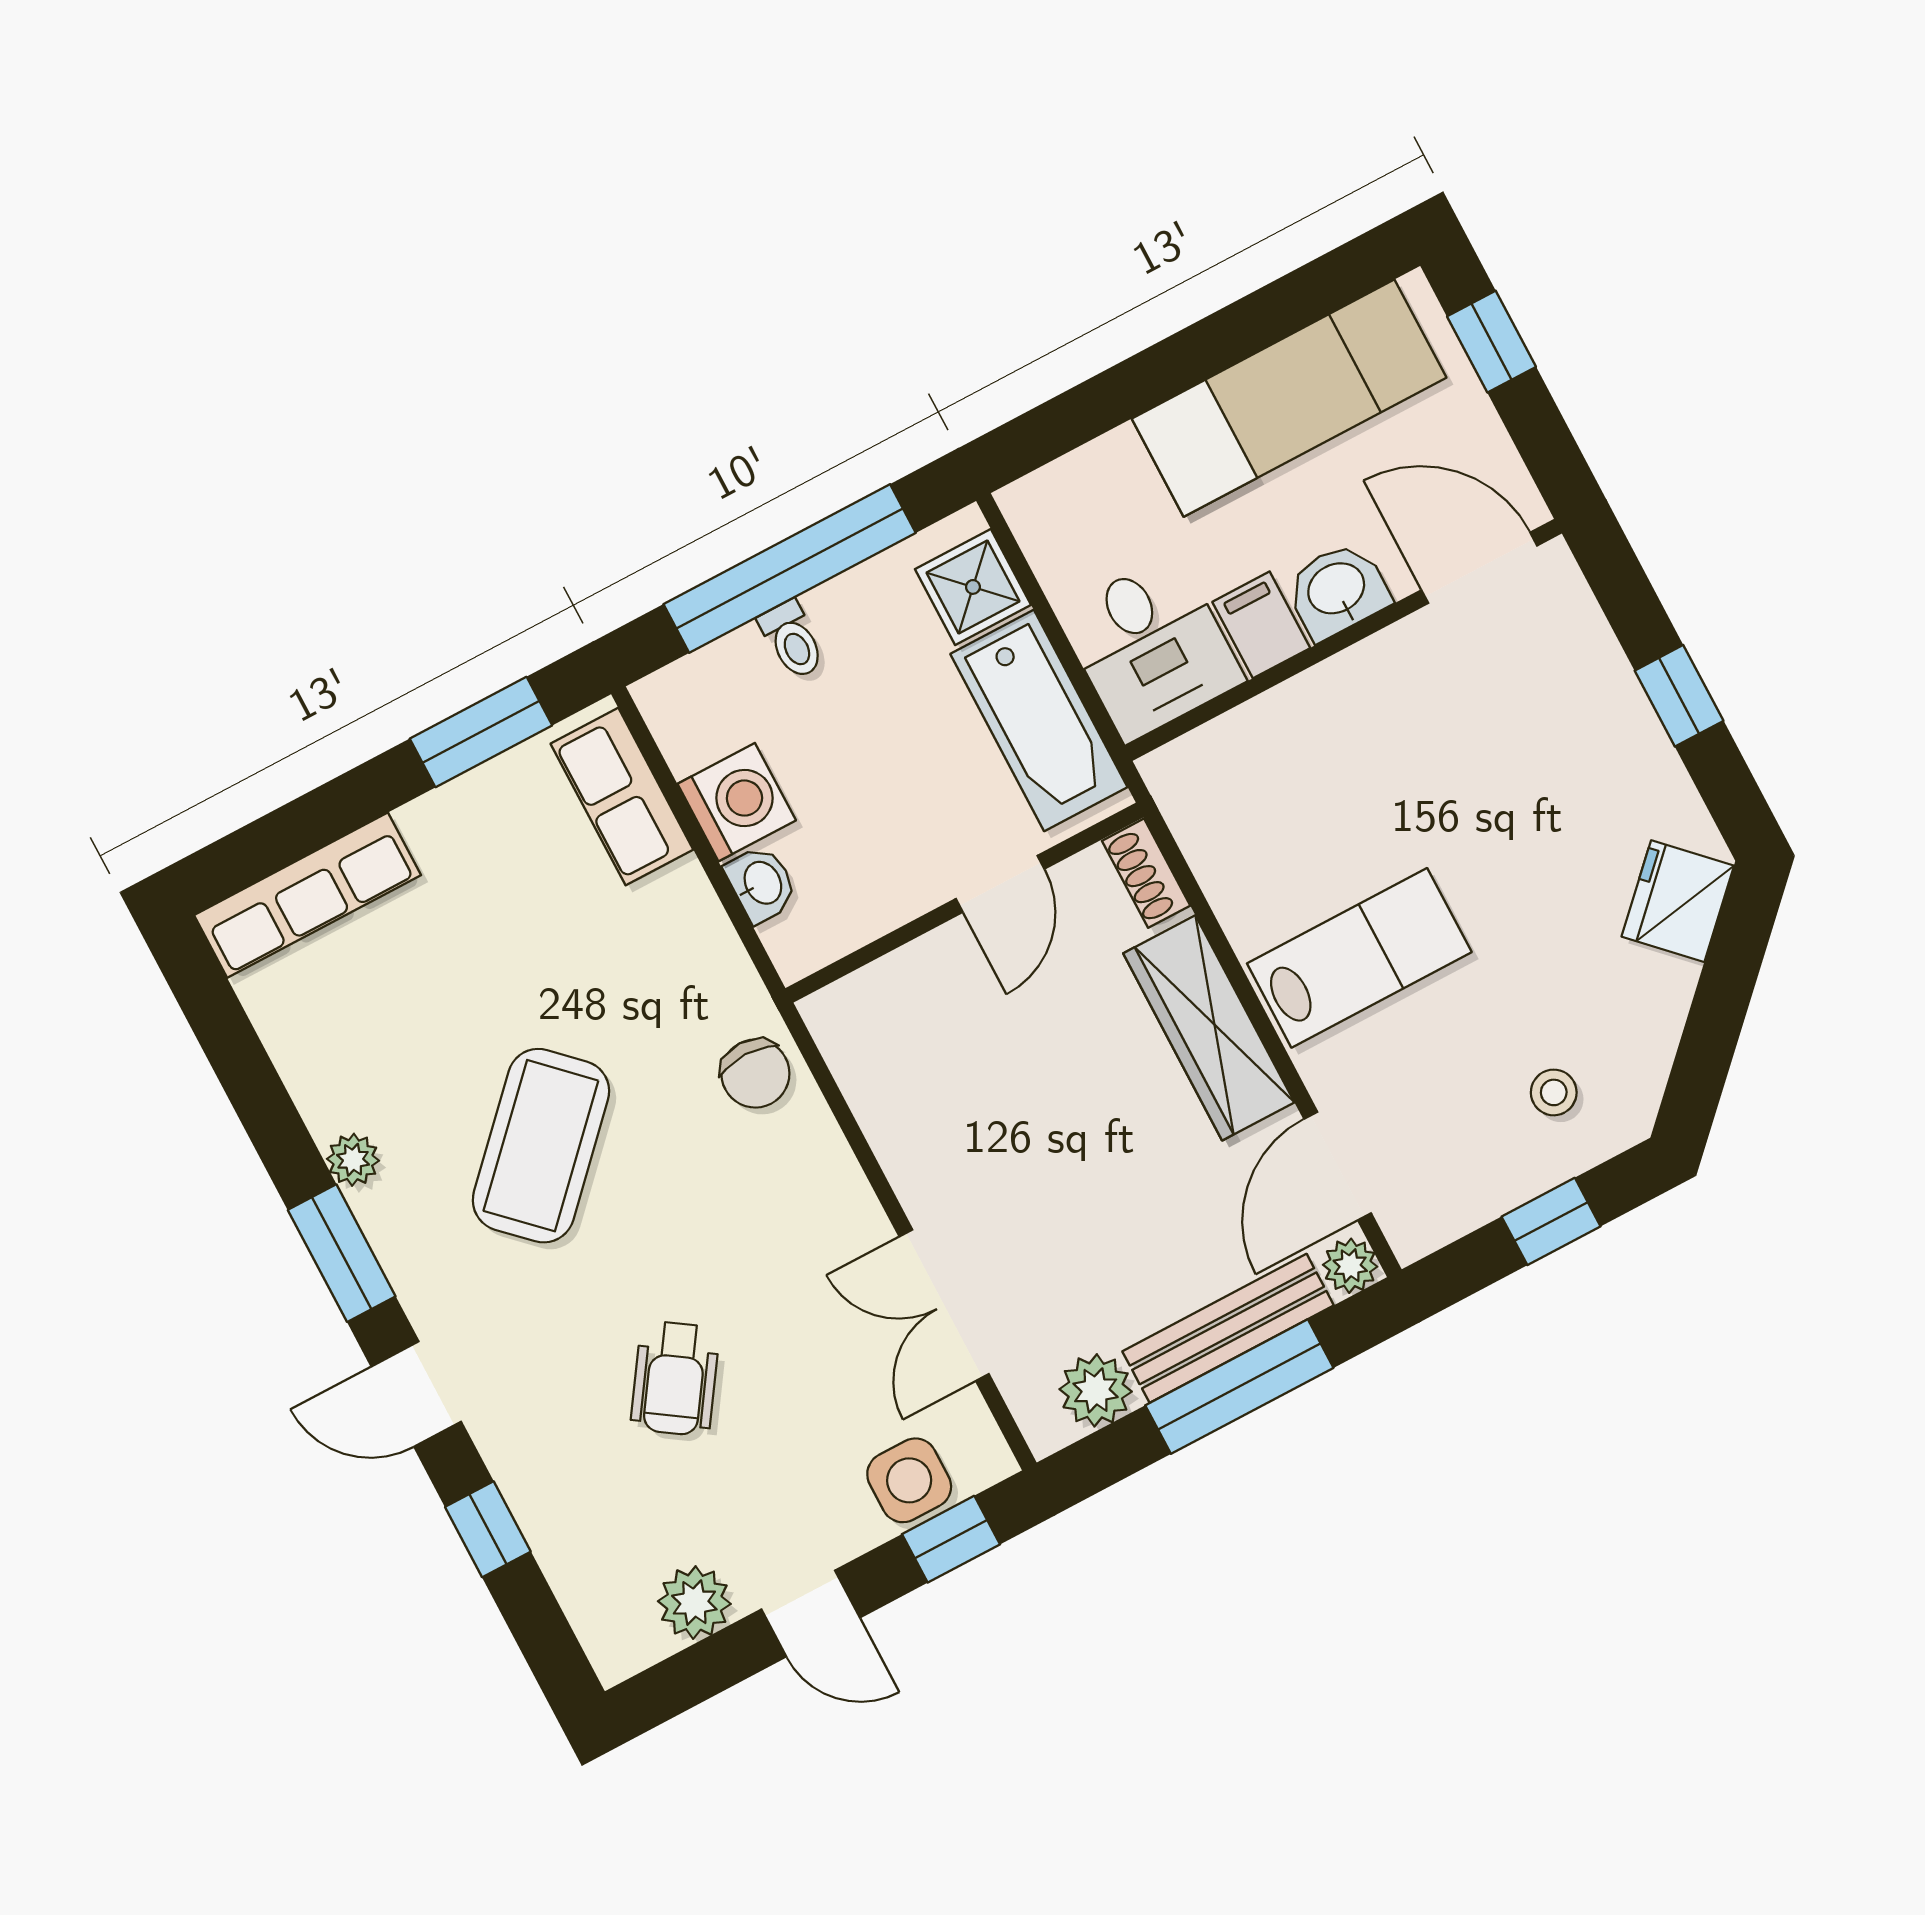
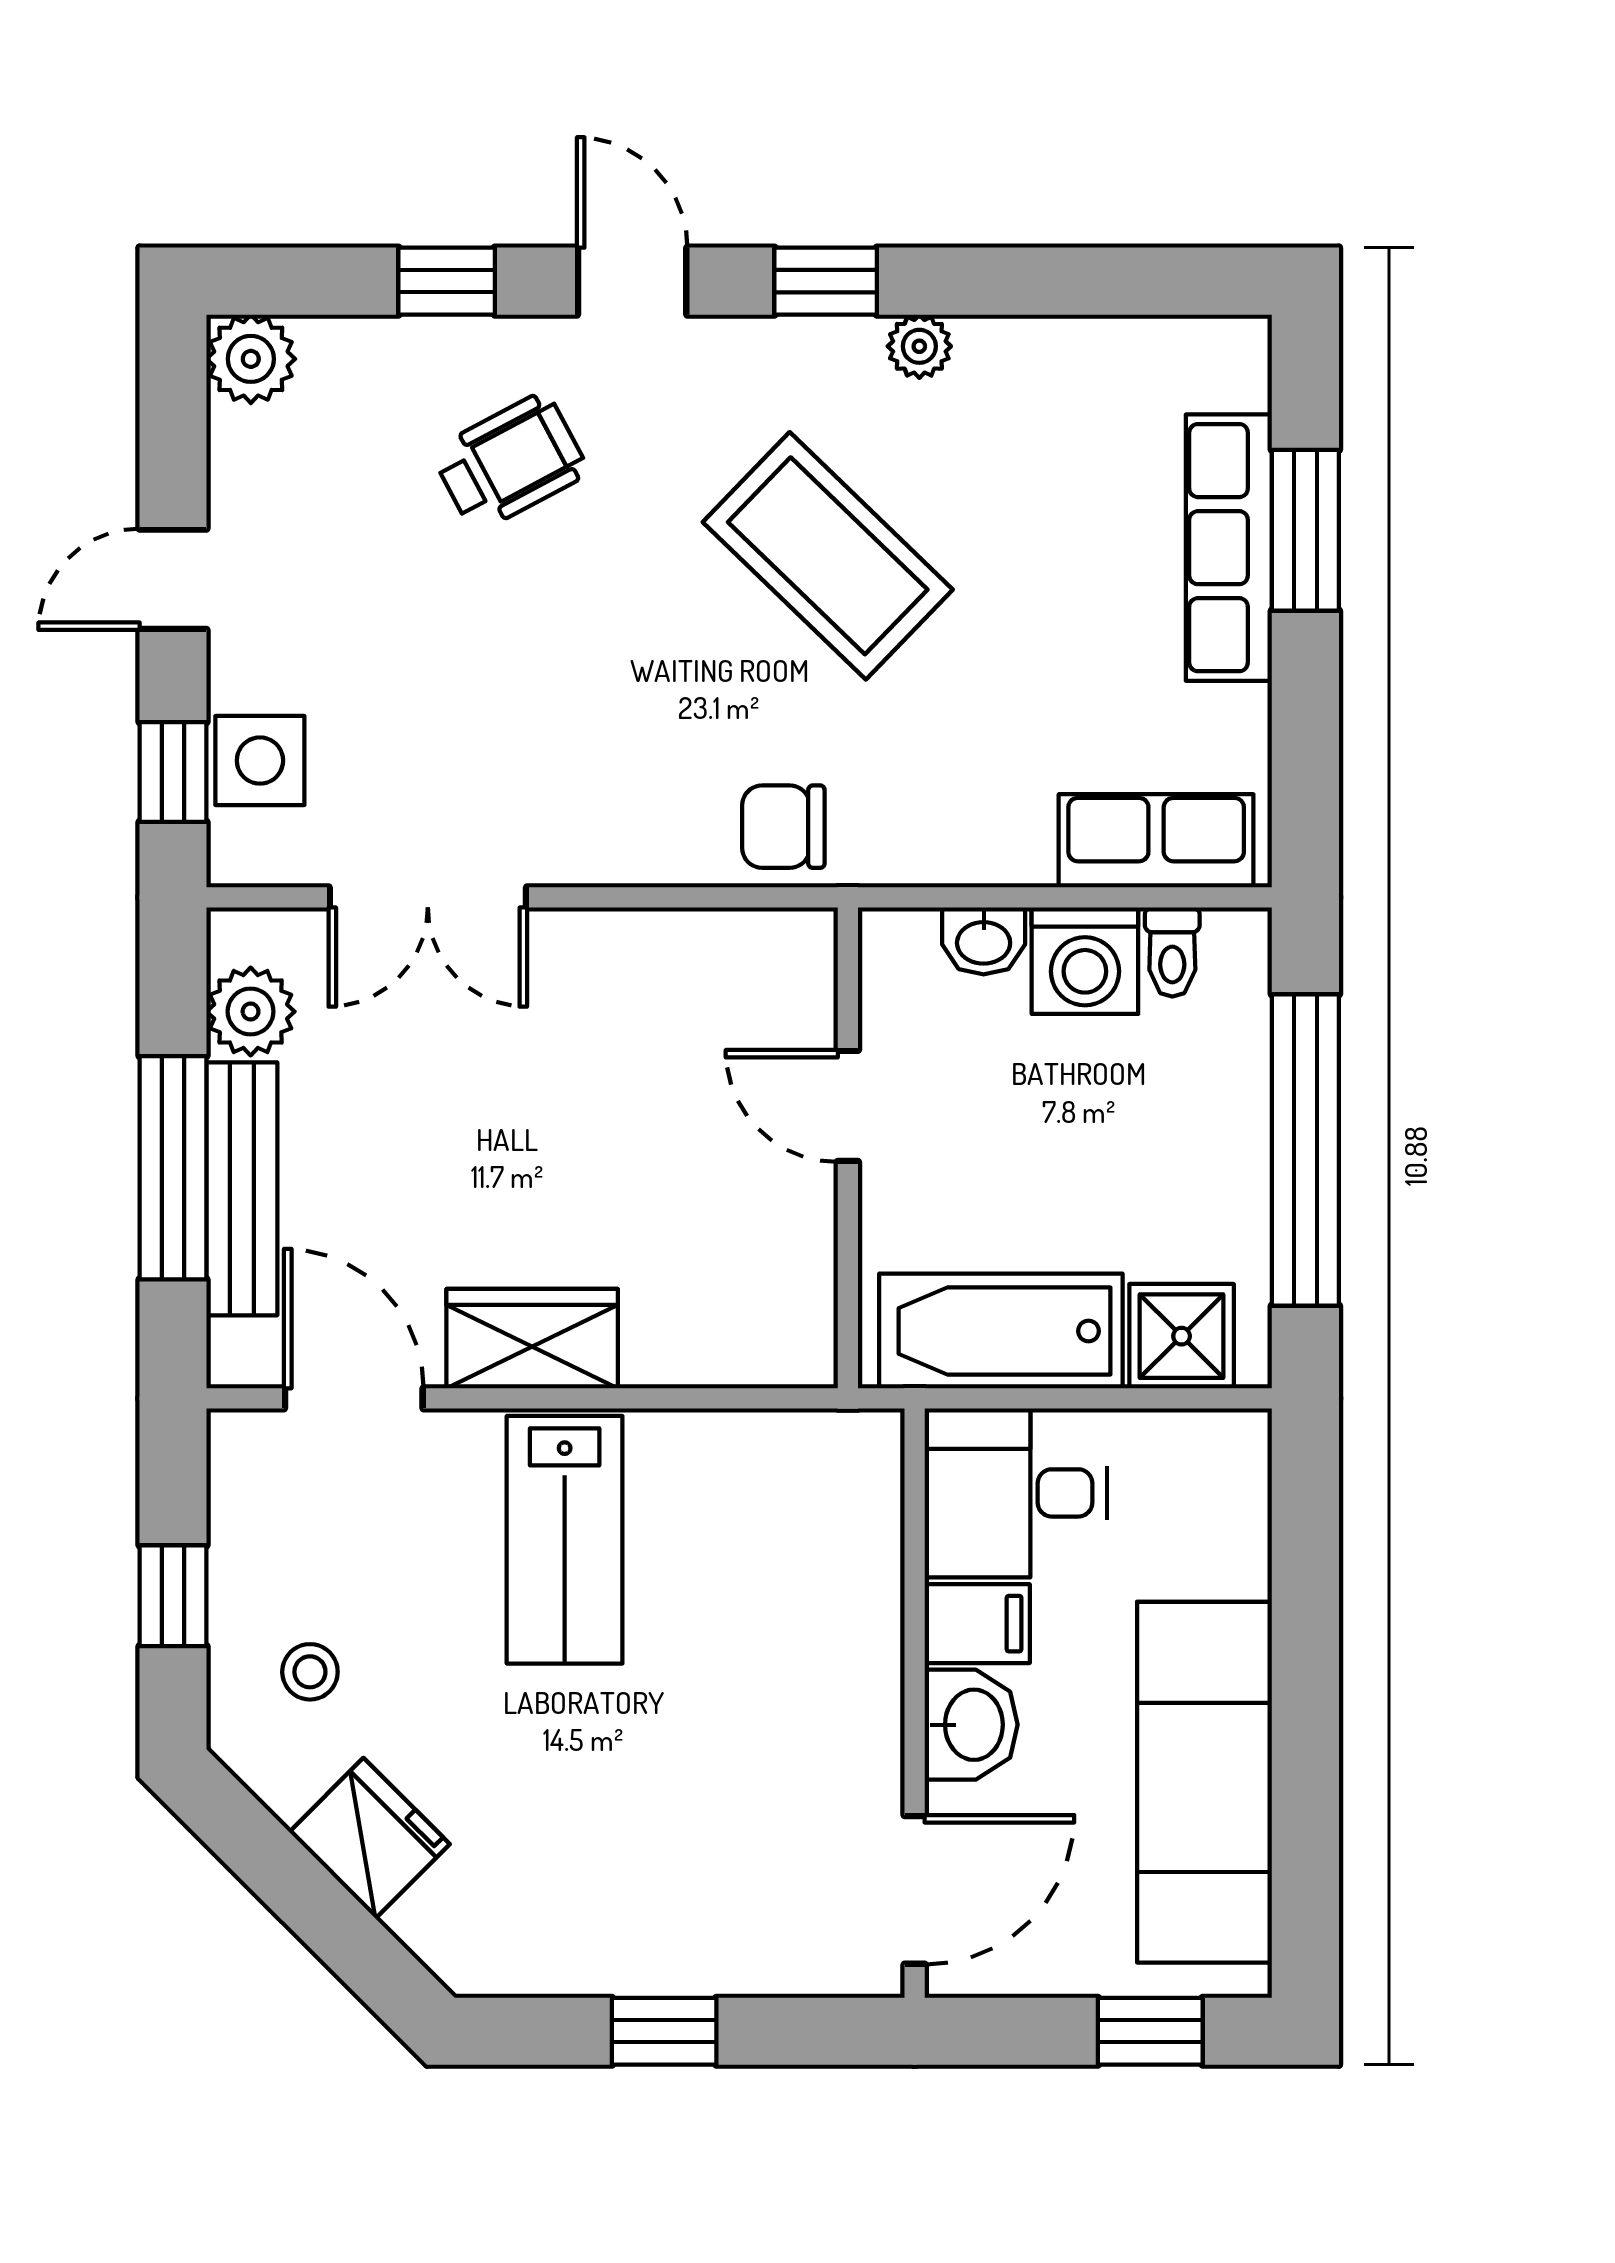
toilet: (792, 640) -> (1172, 952), moved, turned -90
window: (481, 732) -> (1305, 530), moved
shoe rack: (1146, 873) -> (776, 1359), removed
door: (1000, 884) -> (848, 1106), moved
row of seats: (308, 895) -> (1229, 548), moved
fridge: (1678, 901) -> (369, 1838), moved
wardrobe: (1209, 1028) -> (532, 1339), width x0.67
window: (342, 1253) -> (826, 281), width x0.67
plant: (1350, 1266) -> (240, 1355), removed
double door: (944, 1305) -> (428, 897), swing flipped
wheelchair: (675, 1378) -> (510, 462), moved, turned 118
door: (416, 1394) -> (632, 281), hinge flipped
plant: (694, 1603) -> (251, 359), moved

